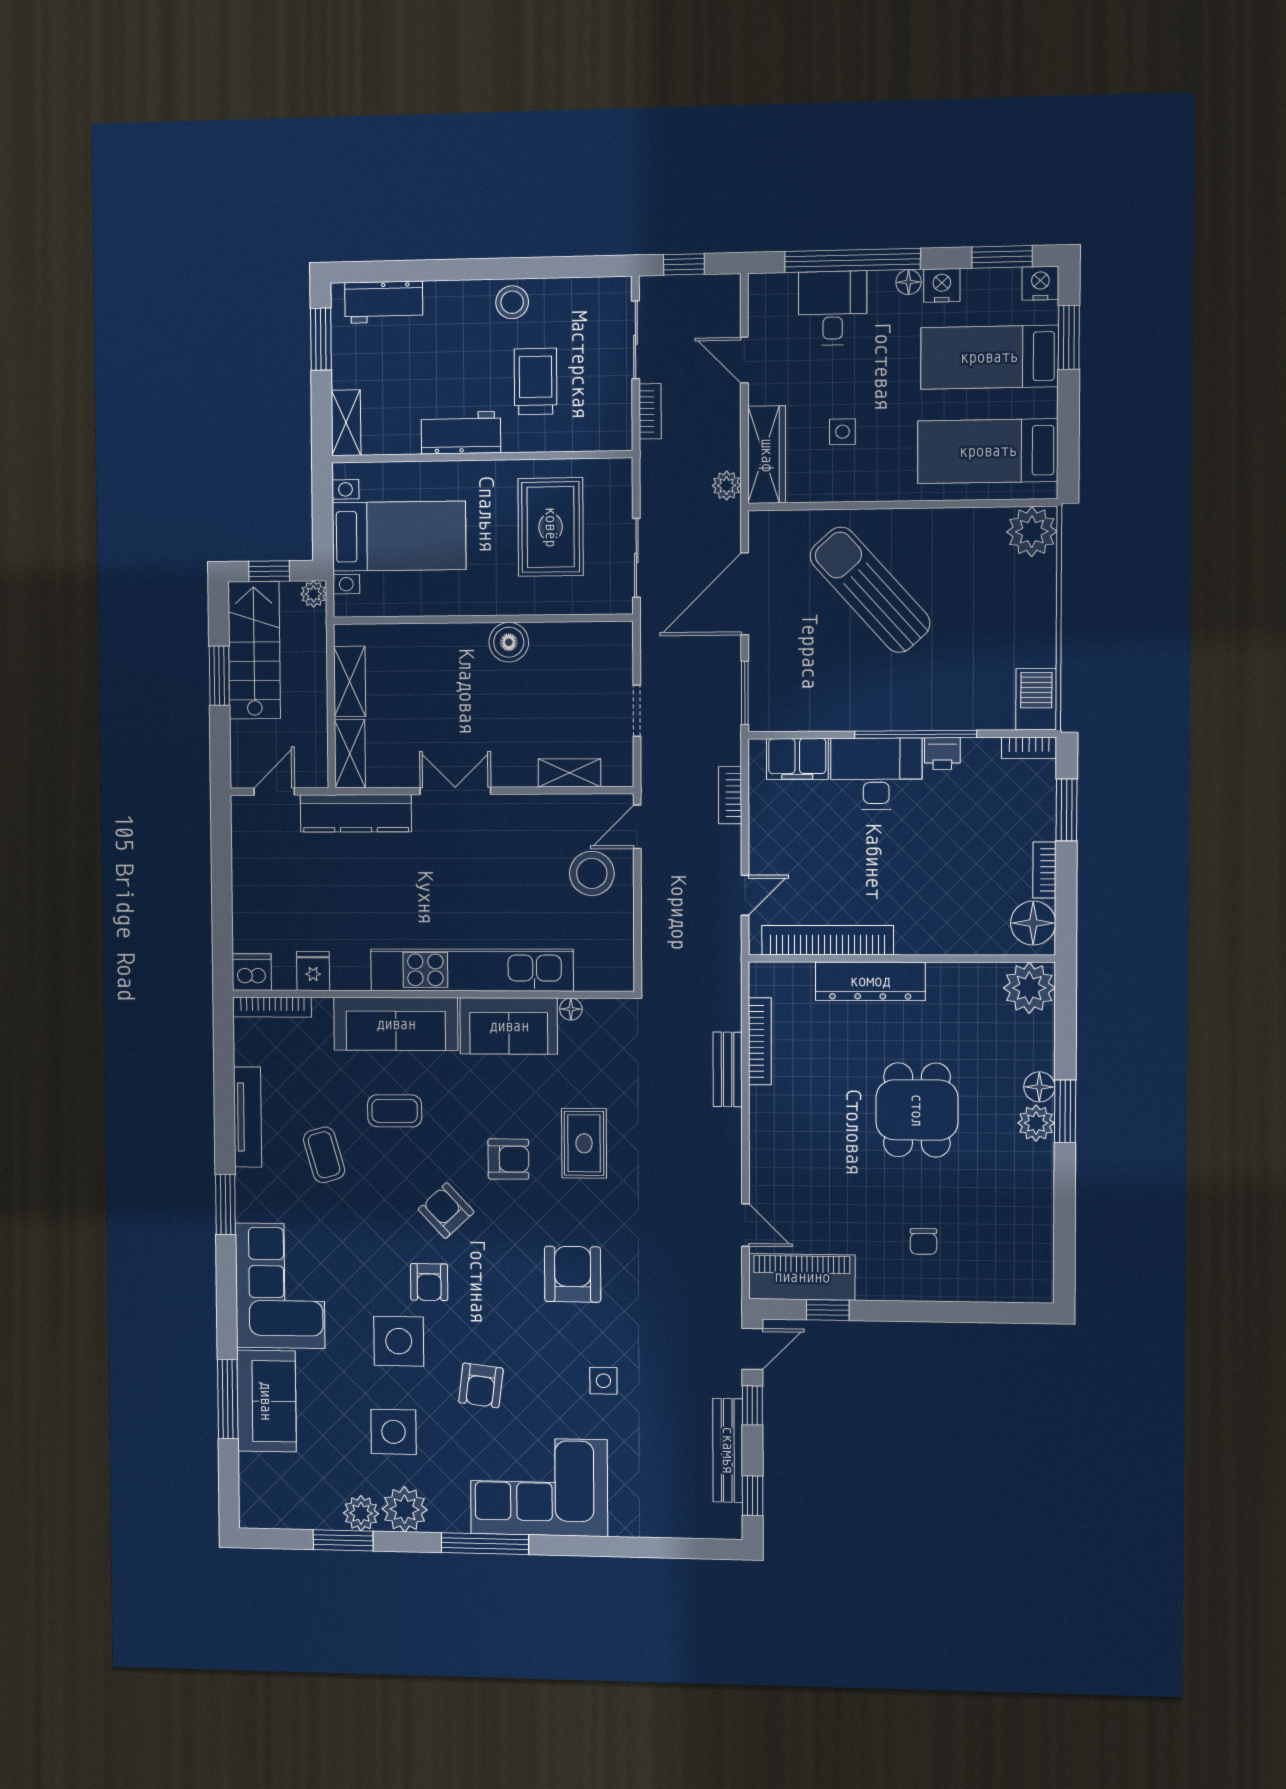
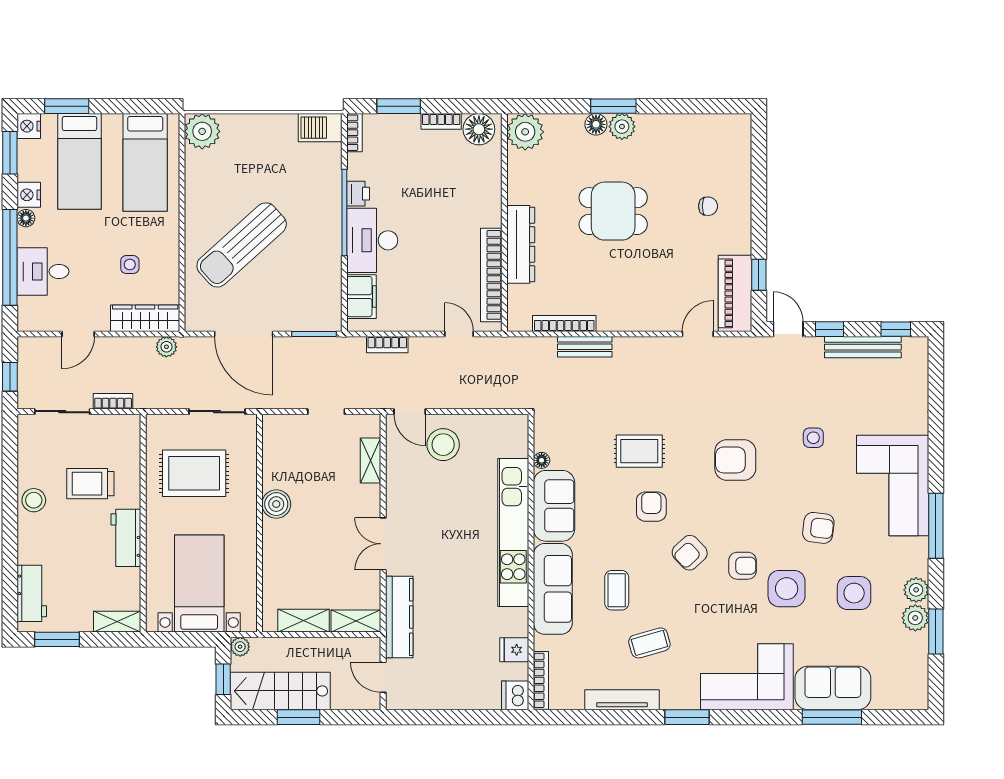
plant: (405, 1509) -> (916, 590), width x0.73, depth x0.73

